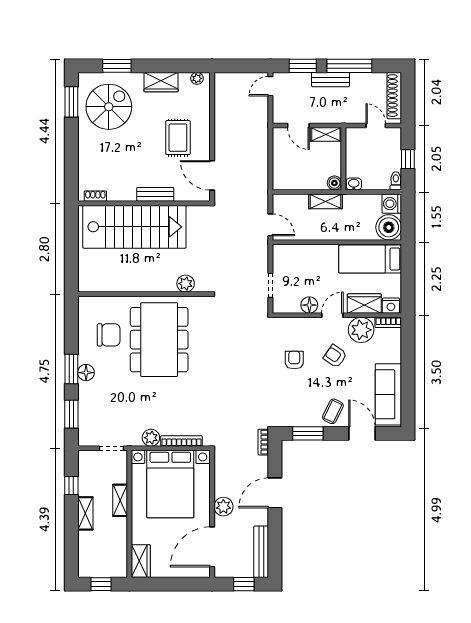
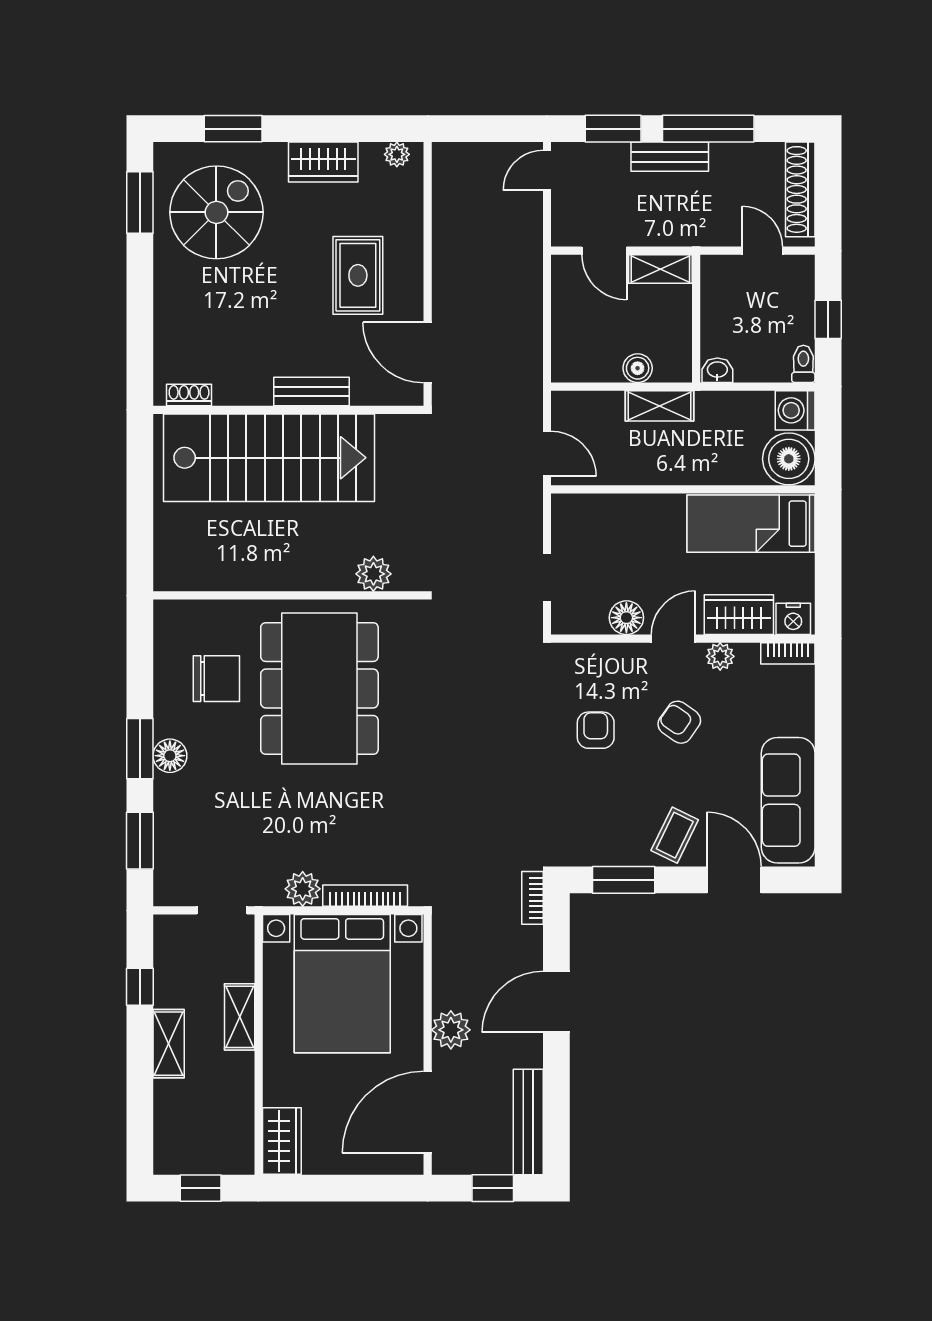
boiler: (334, 183) -> (638, 368), moved
plant: (361, 330) -> (720, 656), width x0.53, depth x0.53

